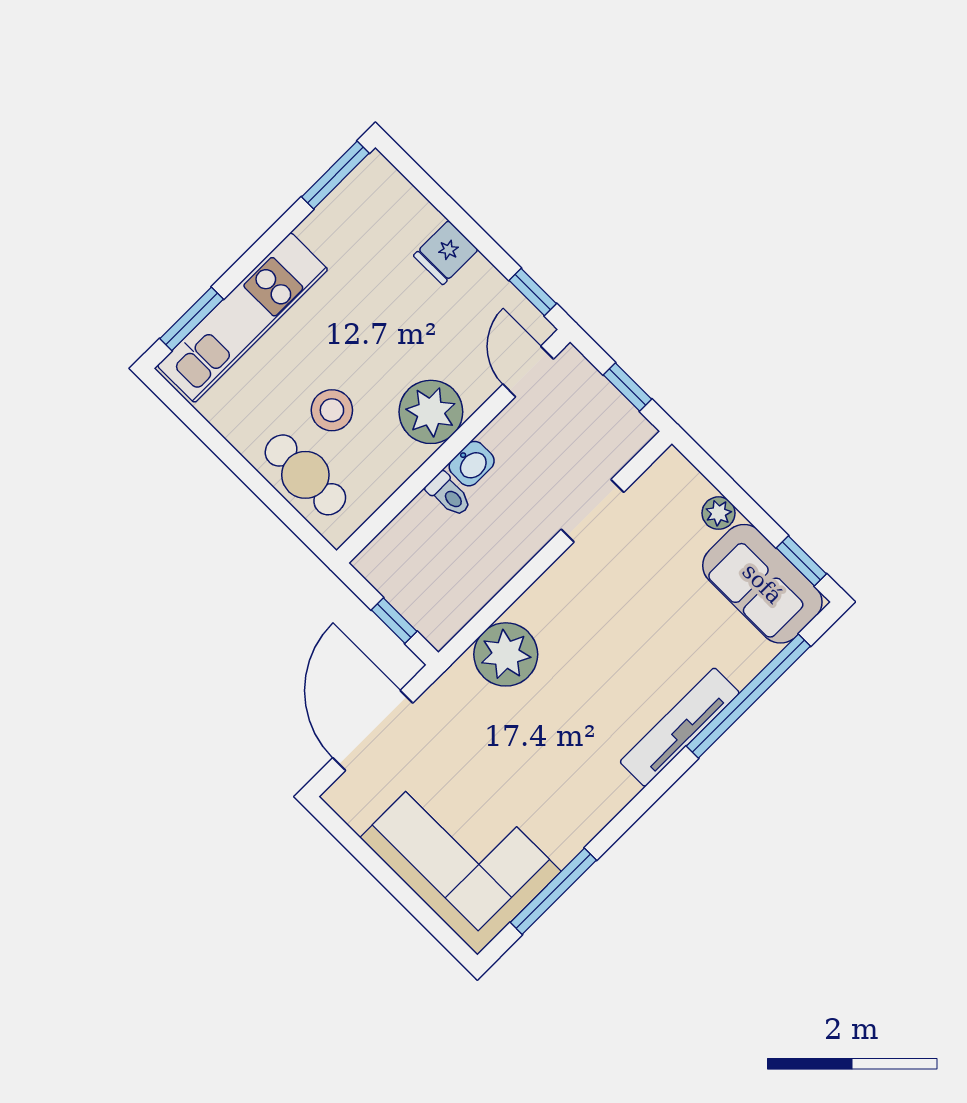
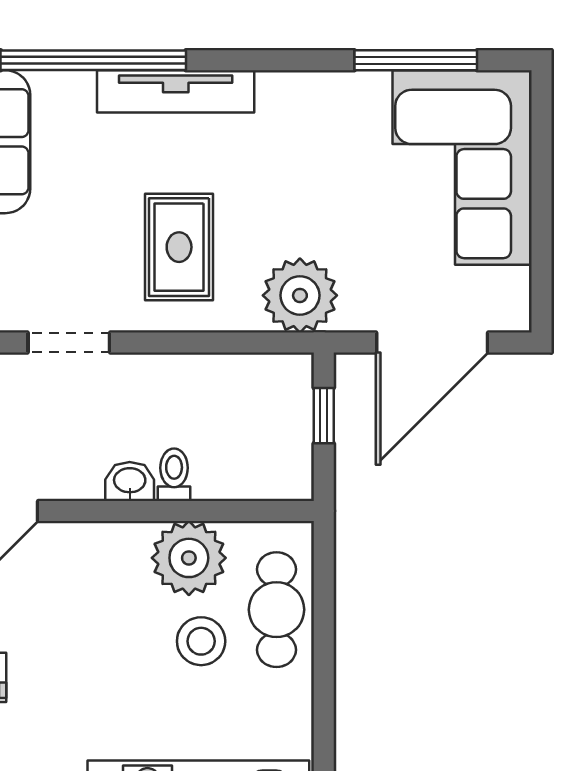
plant: (431, 412) -> (189, 558), moved
rug: (584, 635) -> (179, 247), added
plant: (506, 654) -> (300, 295), moved

